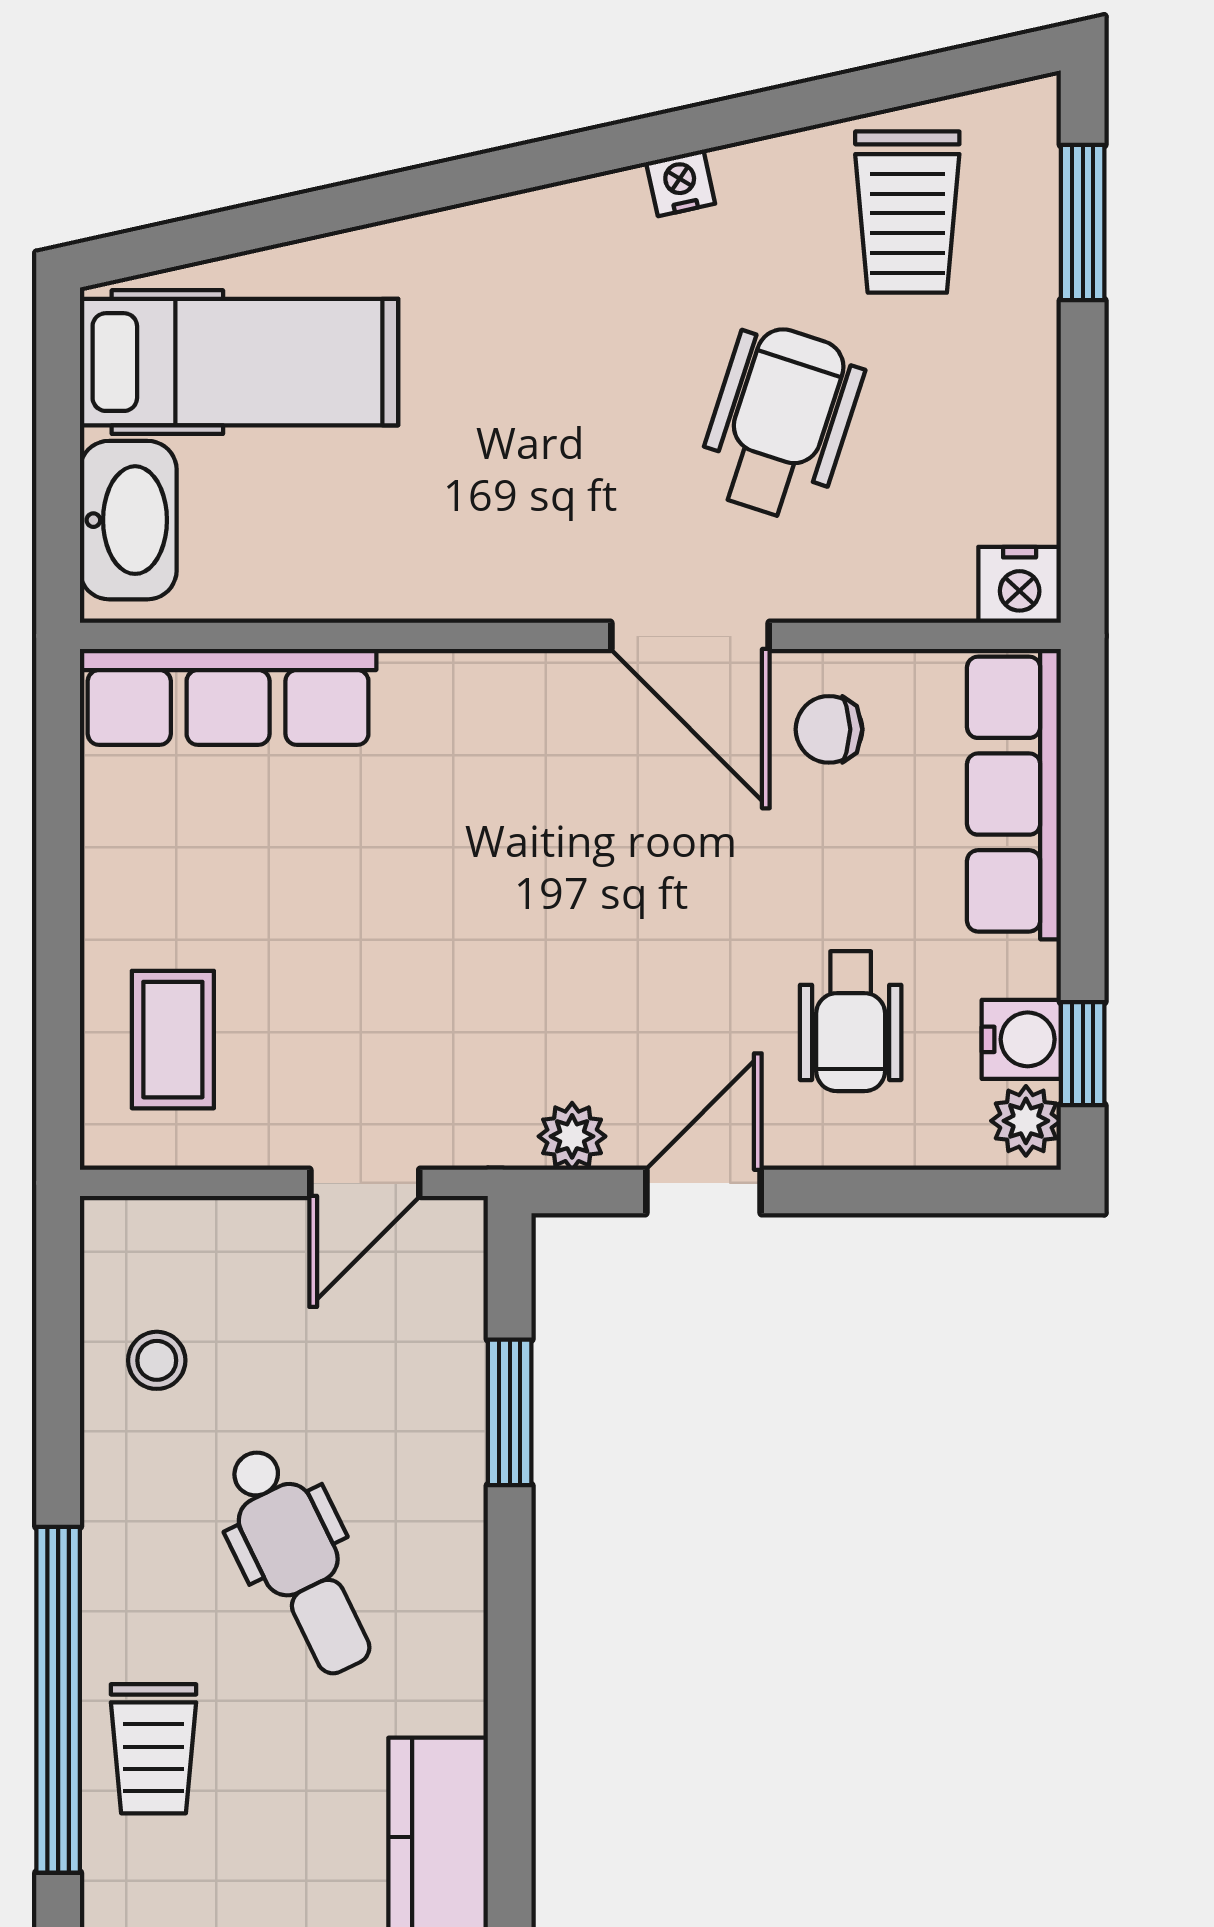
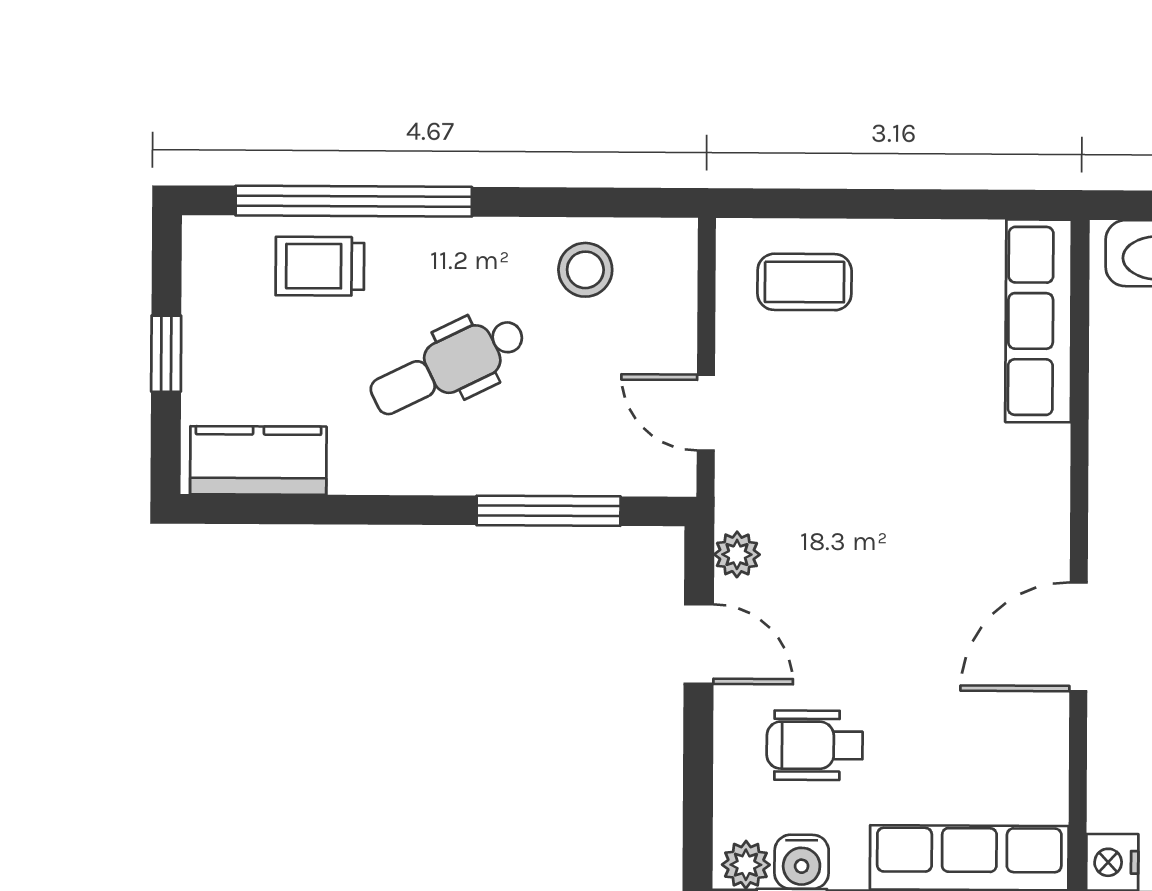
chair: (829, 729) -> (1014, 732), removed
stool: (157, 1360) -> (585, 270), width x1.37, depth x1.37
window: (510, 1412) -> (549, 511), width x1.44

